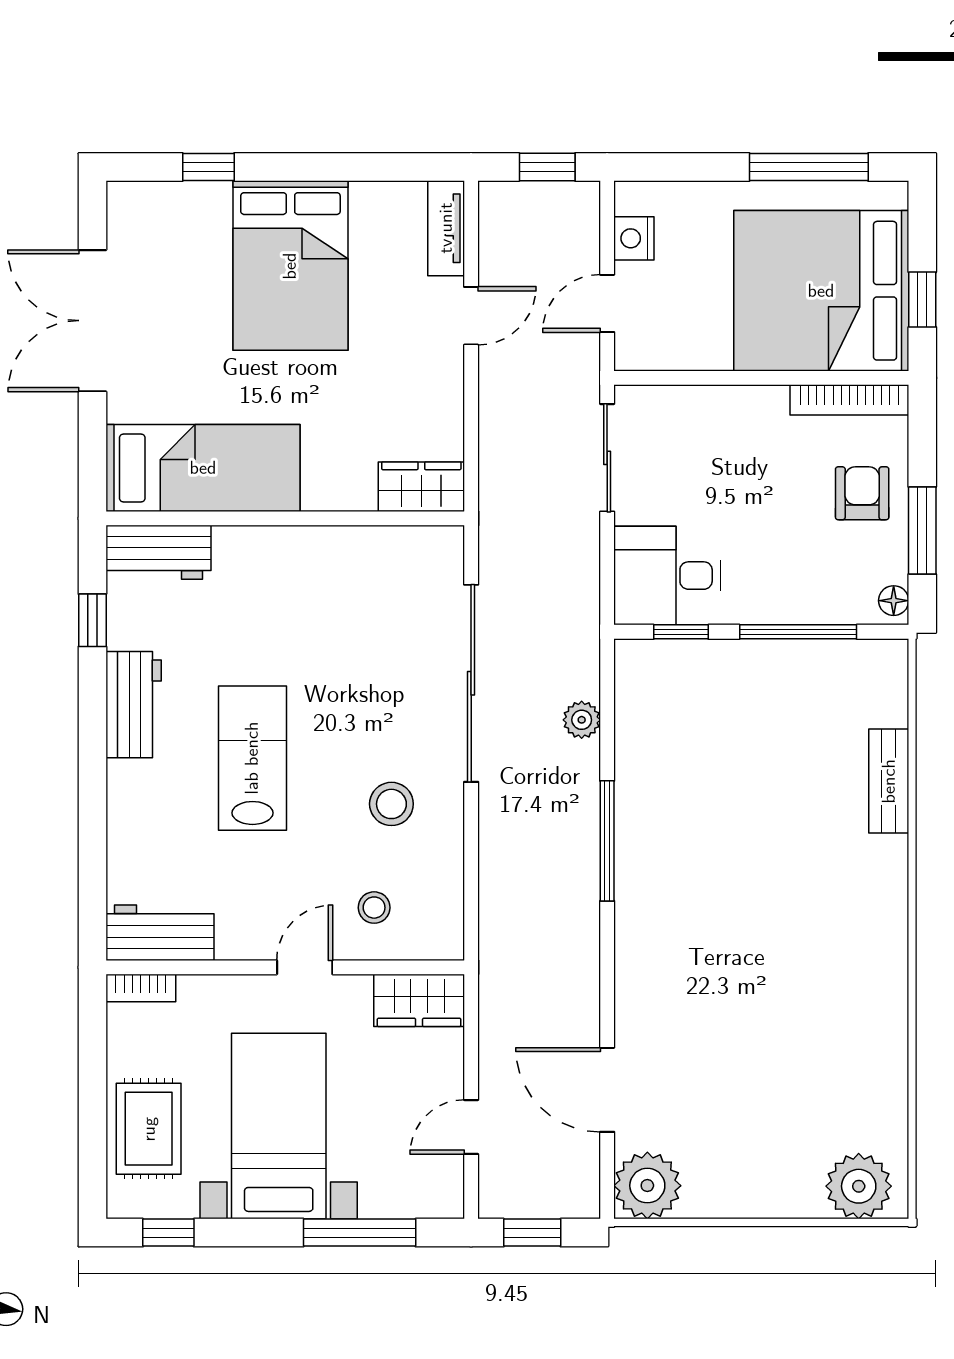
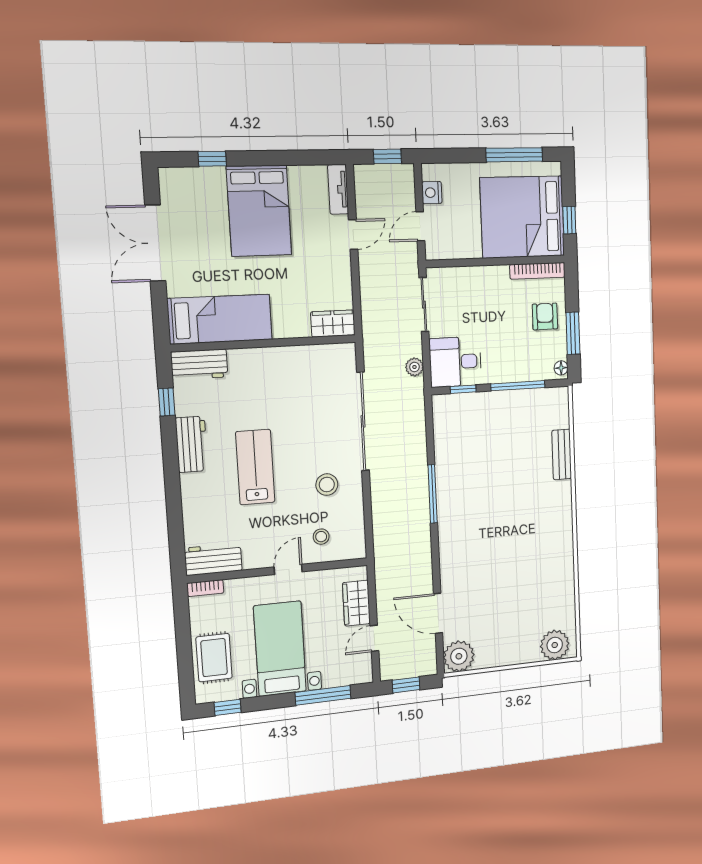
plant: (582, 720) -> (414, 367), moved
wardrobe: (419, 1000) -> (356, 603), moved, turned 90

